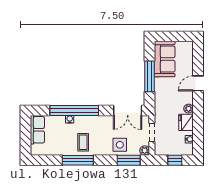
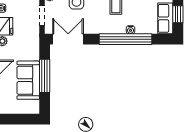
sofa: (165, 59) -> (28, 80), moved
window: (26, 134) -> (178, 14), added

